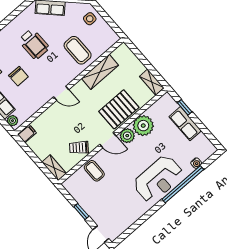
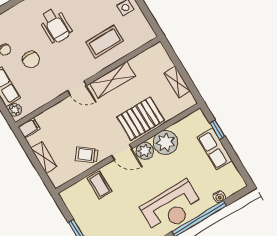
coffee table: (78, 50) -> (105, 42), turned 90
shelving: (100, 72) -> (113, 80), moved
shelving: (152, 82) -> (177, 82), moved
shelving: (54, 168) -> (44, 157), moved

